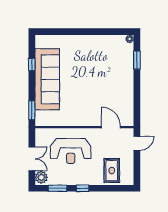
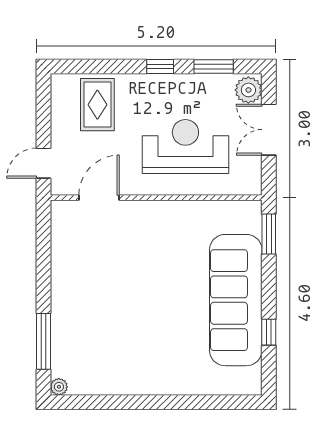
window: (137, 60) -> (43, 341), width x1.44
door: (111, 127) -> (99, 198), swing flipped

